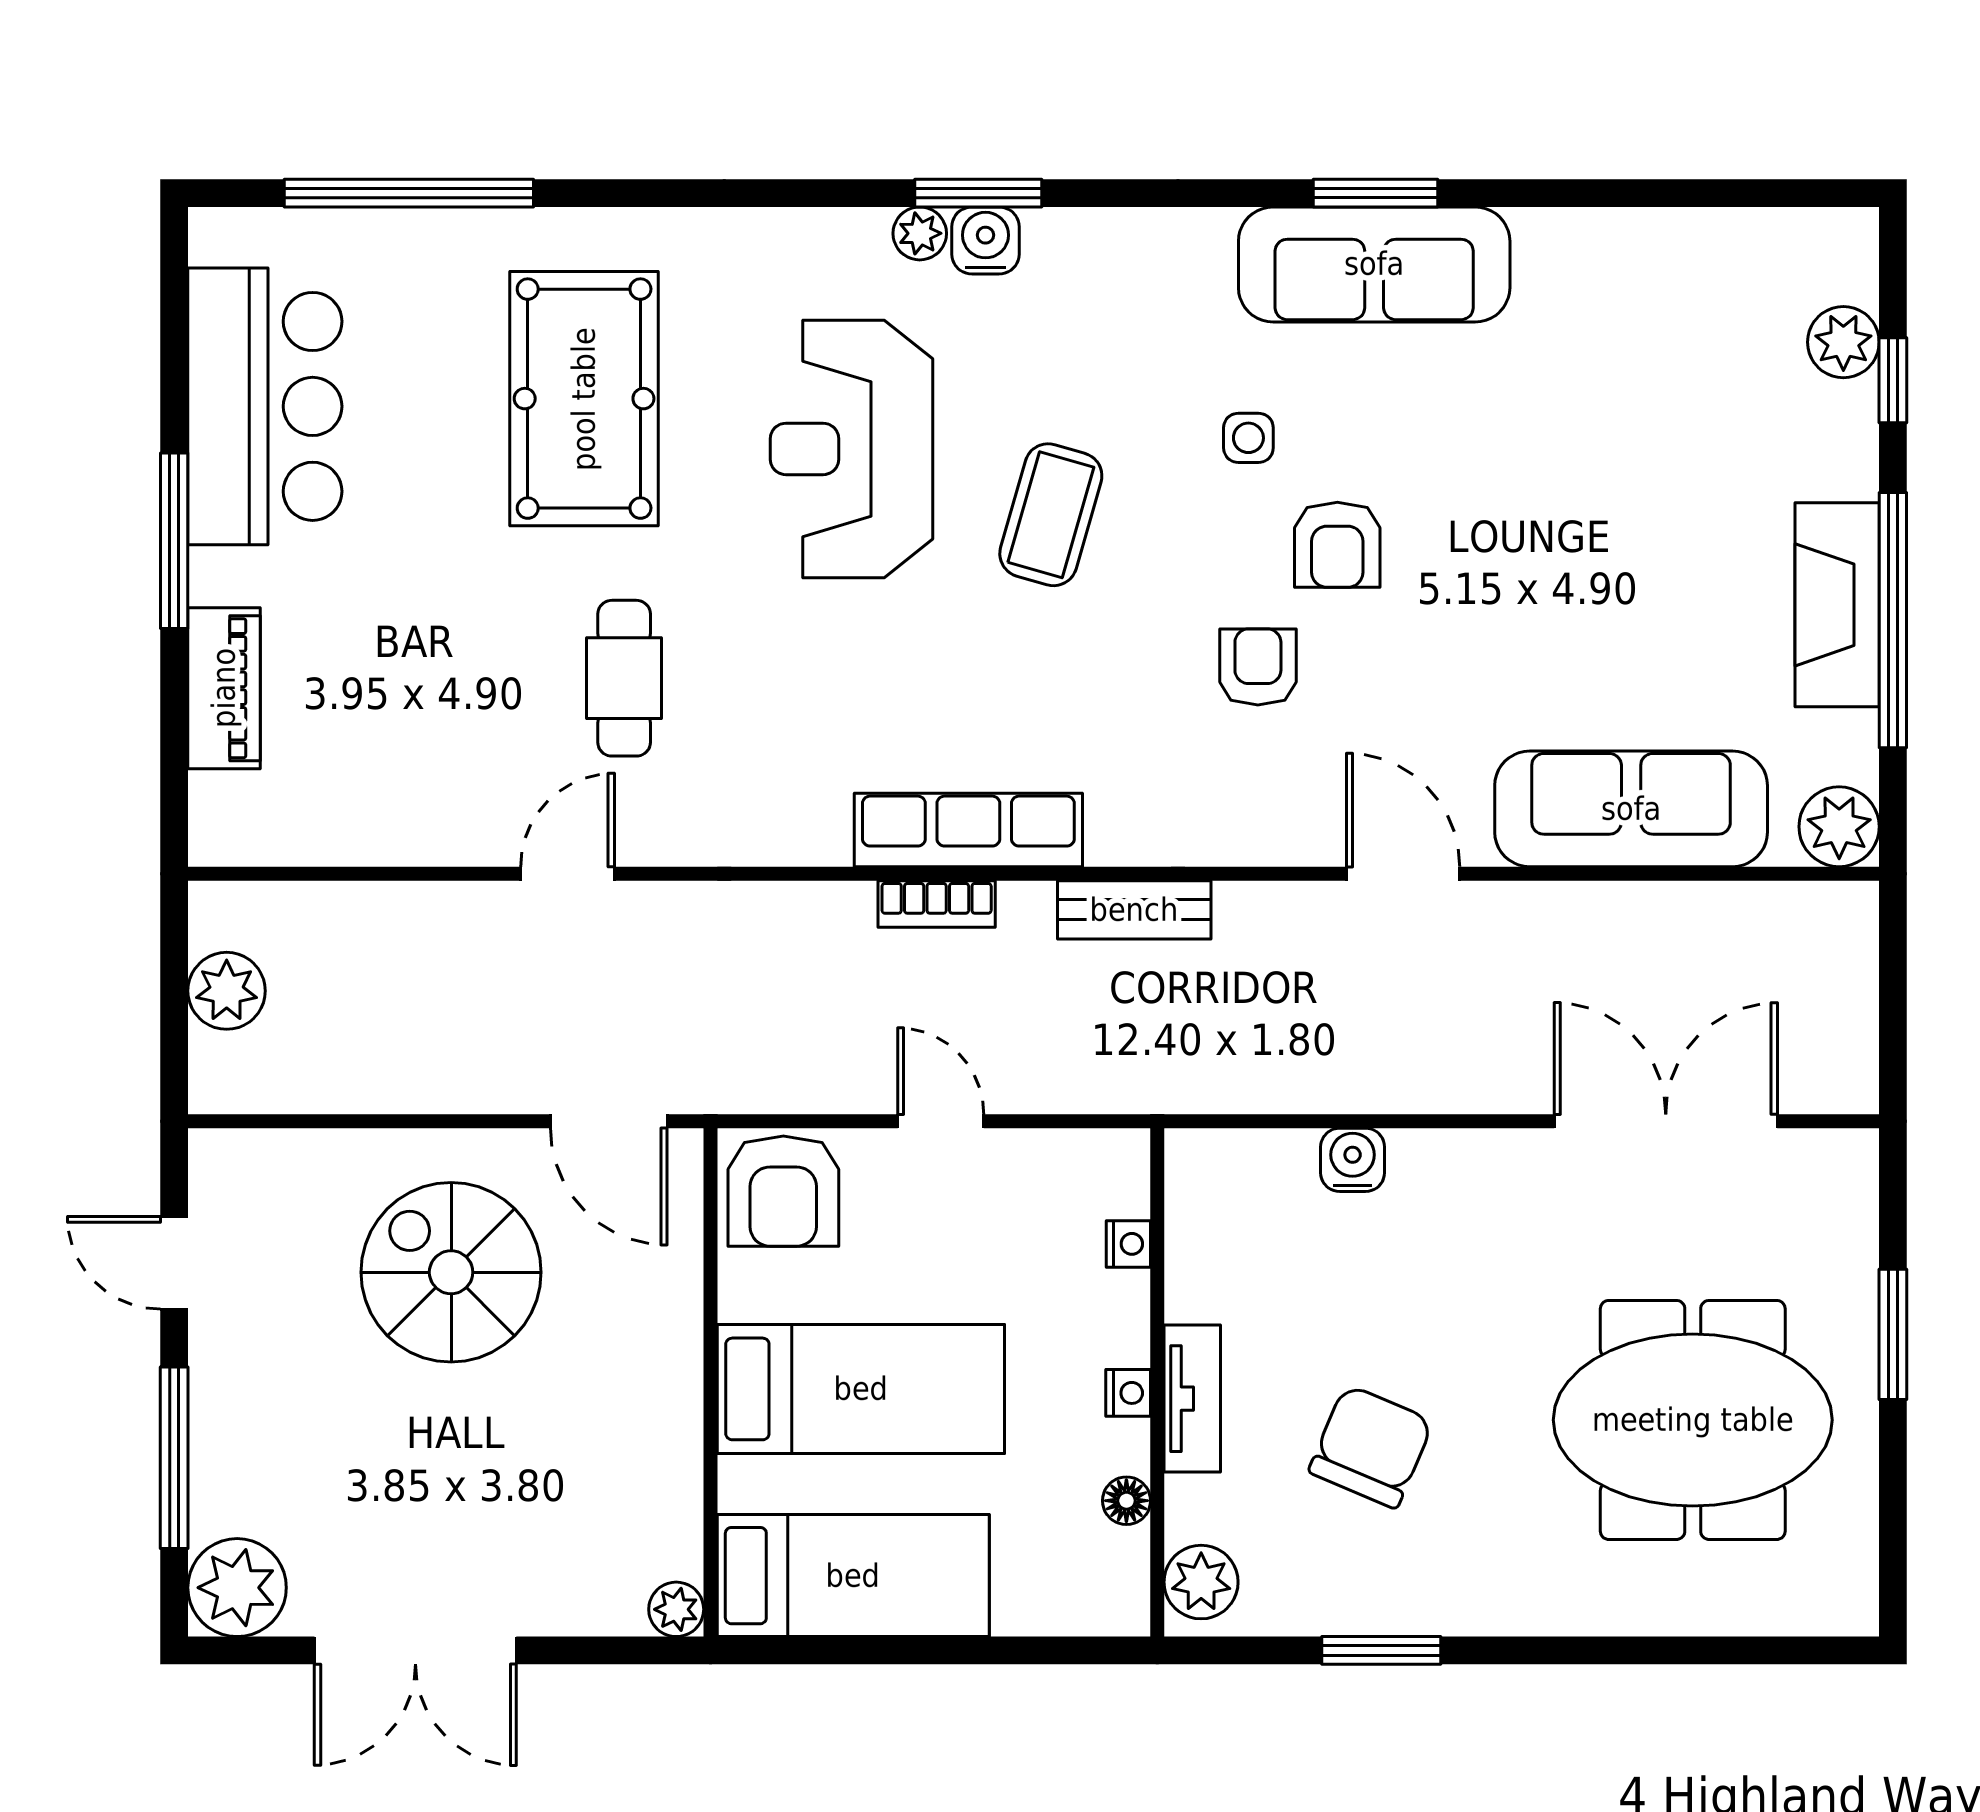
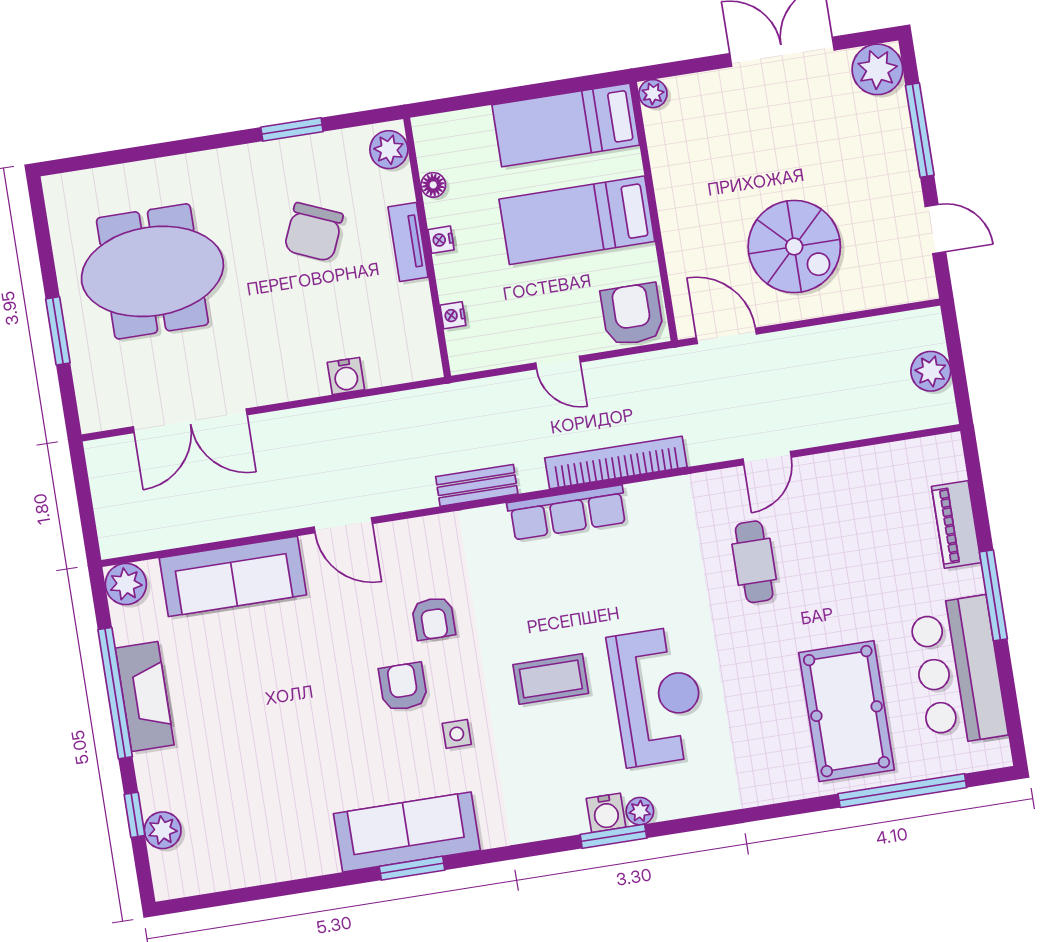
pool table: (584, 399) -> (847, 711), moved
coffee table: (1051, 515) -> (551, 679), turned 74
bookcase: (937, 904) -> (616, 462), width x2.31, depth x1.31

